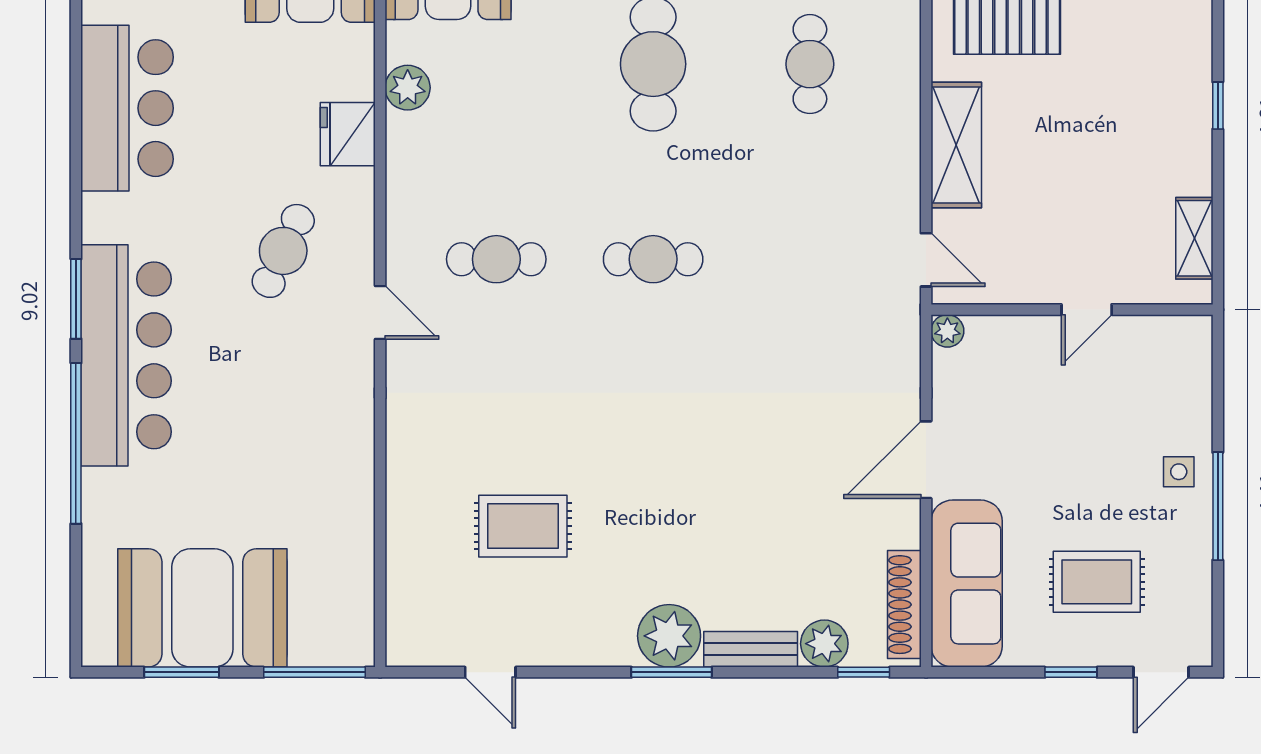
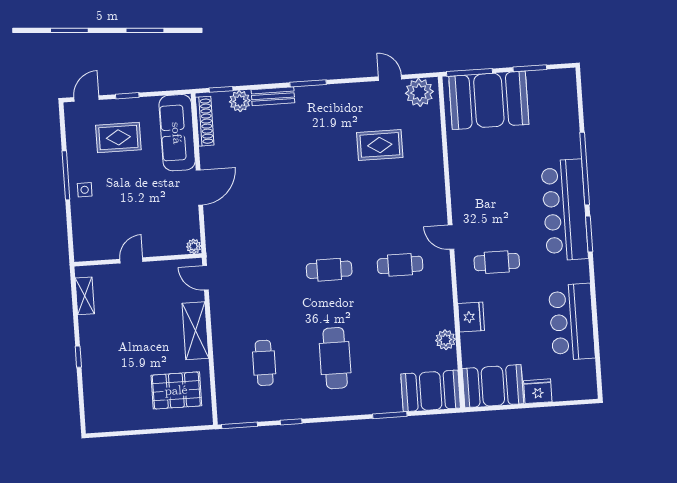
cafe table: (283, 251) -> (497, 262), turned 65
booth: (202, 608) -> (489, 100), moved
plant: (669, 636) -> (419, 92), moved

